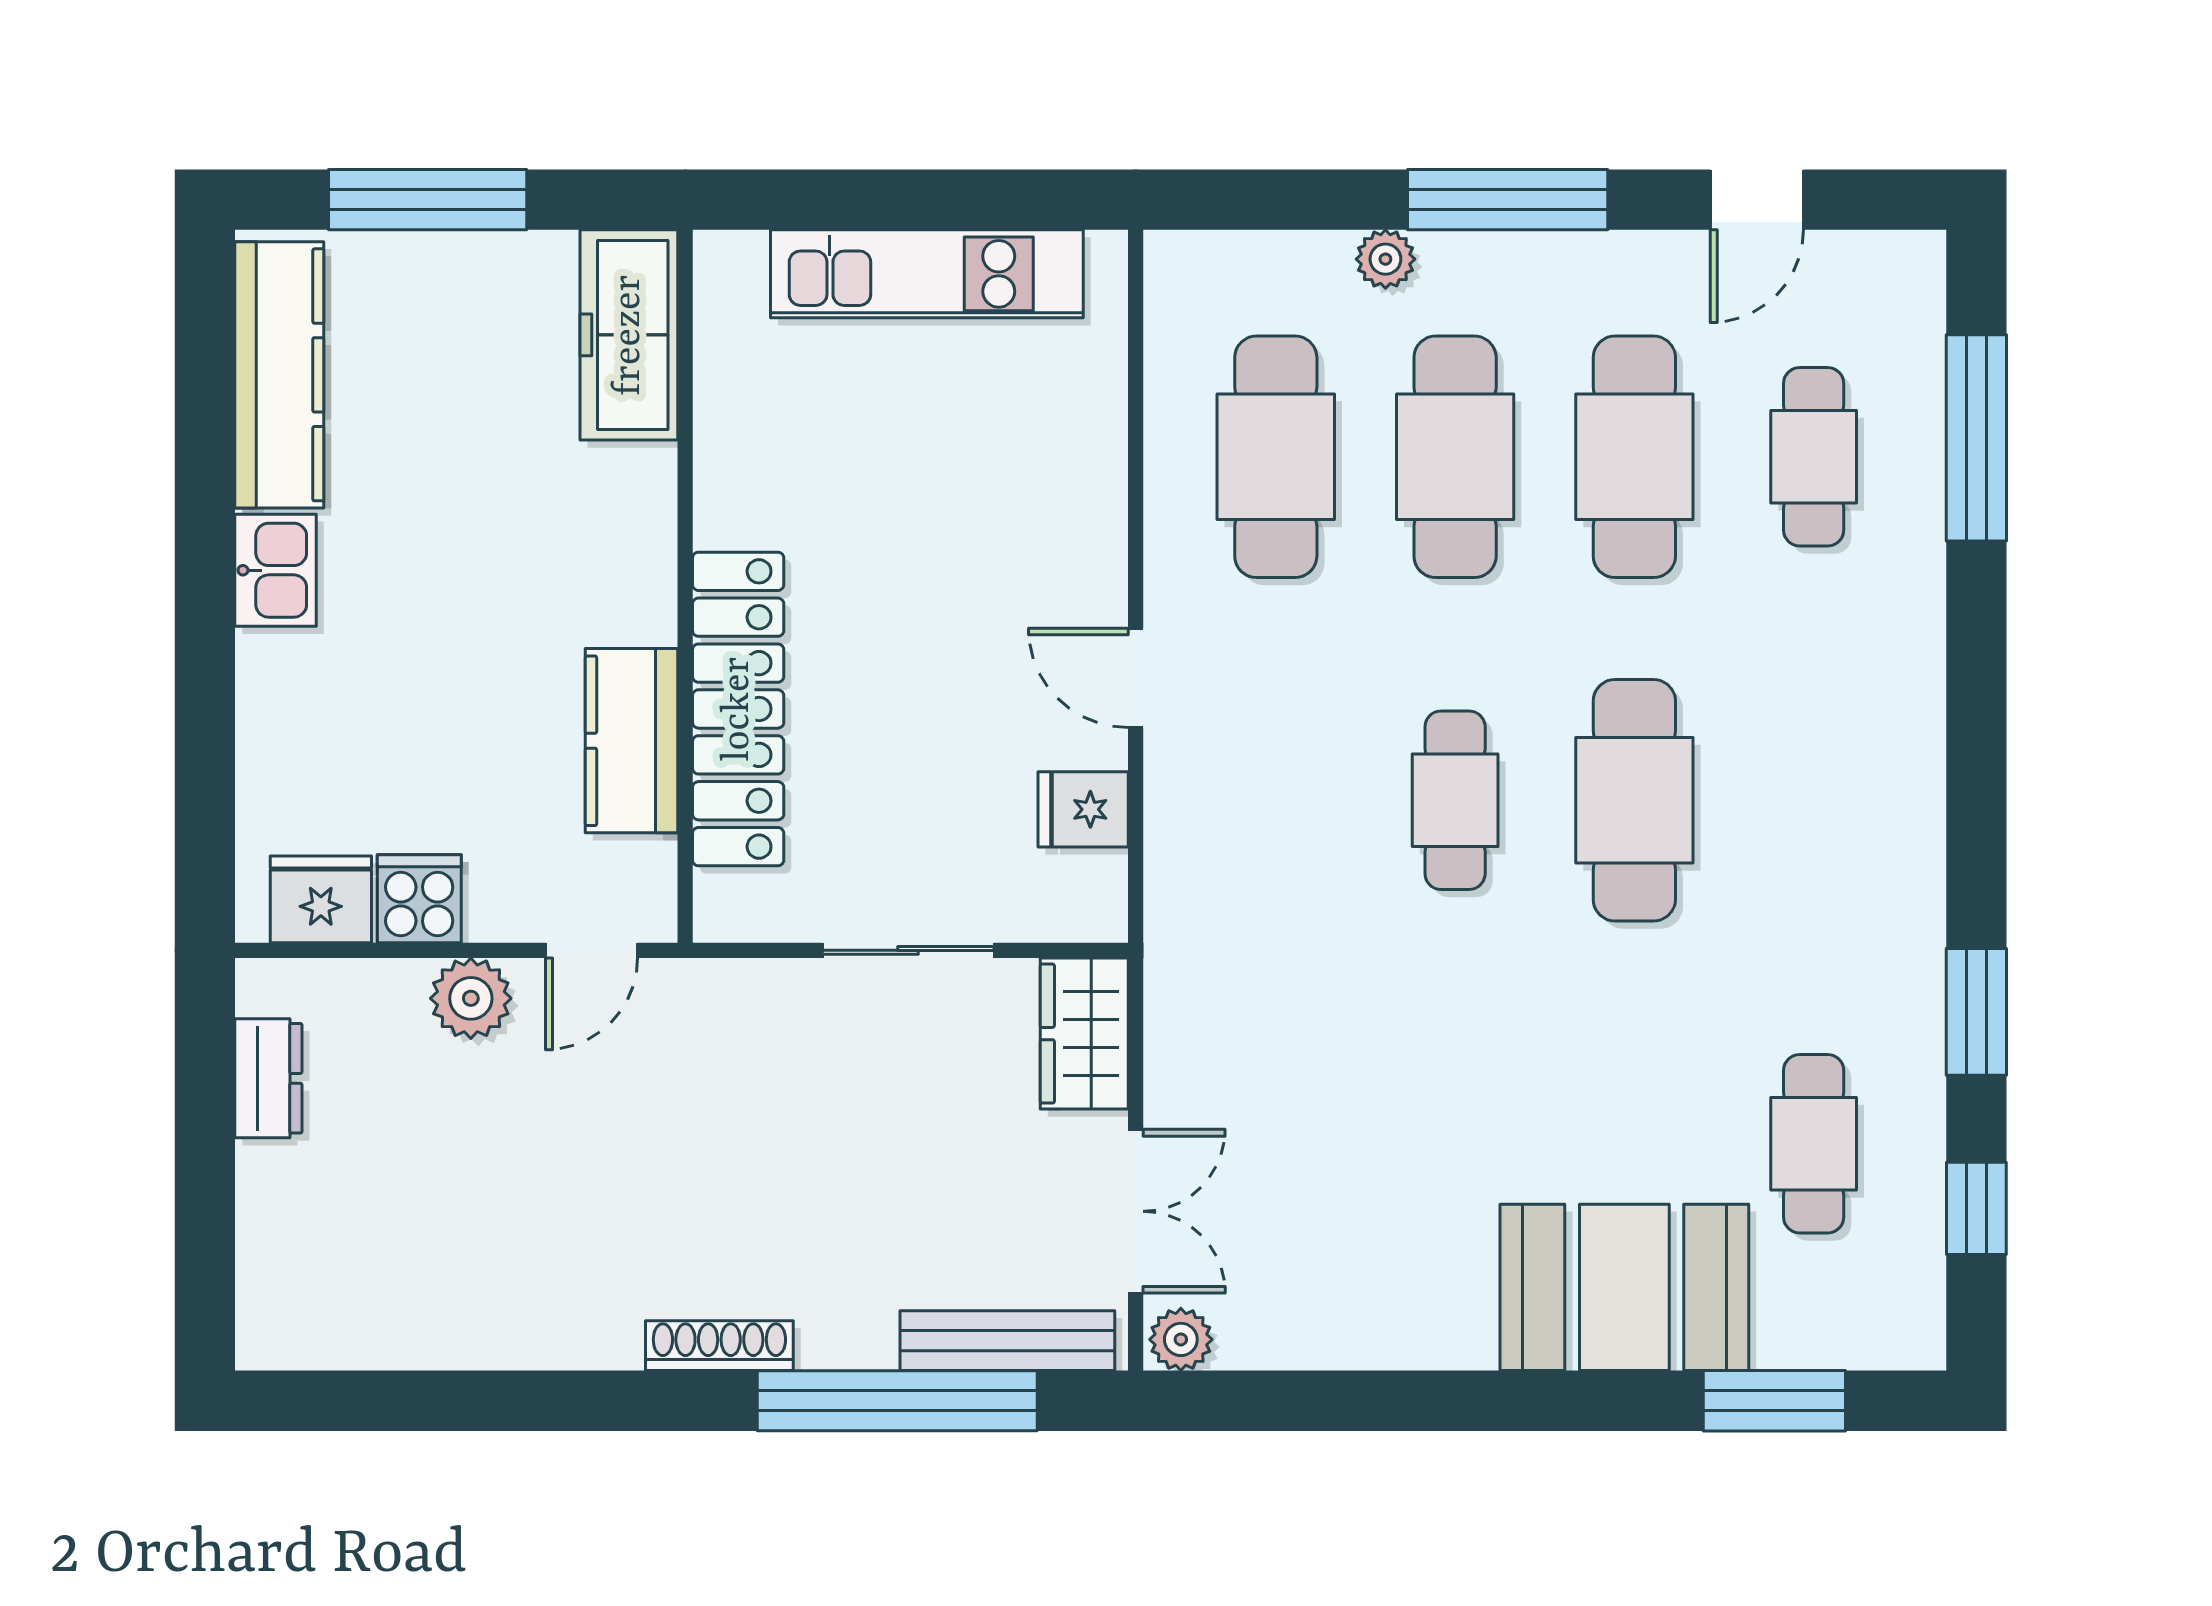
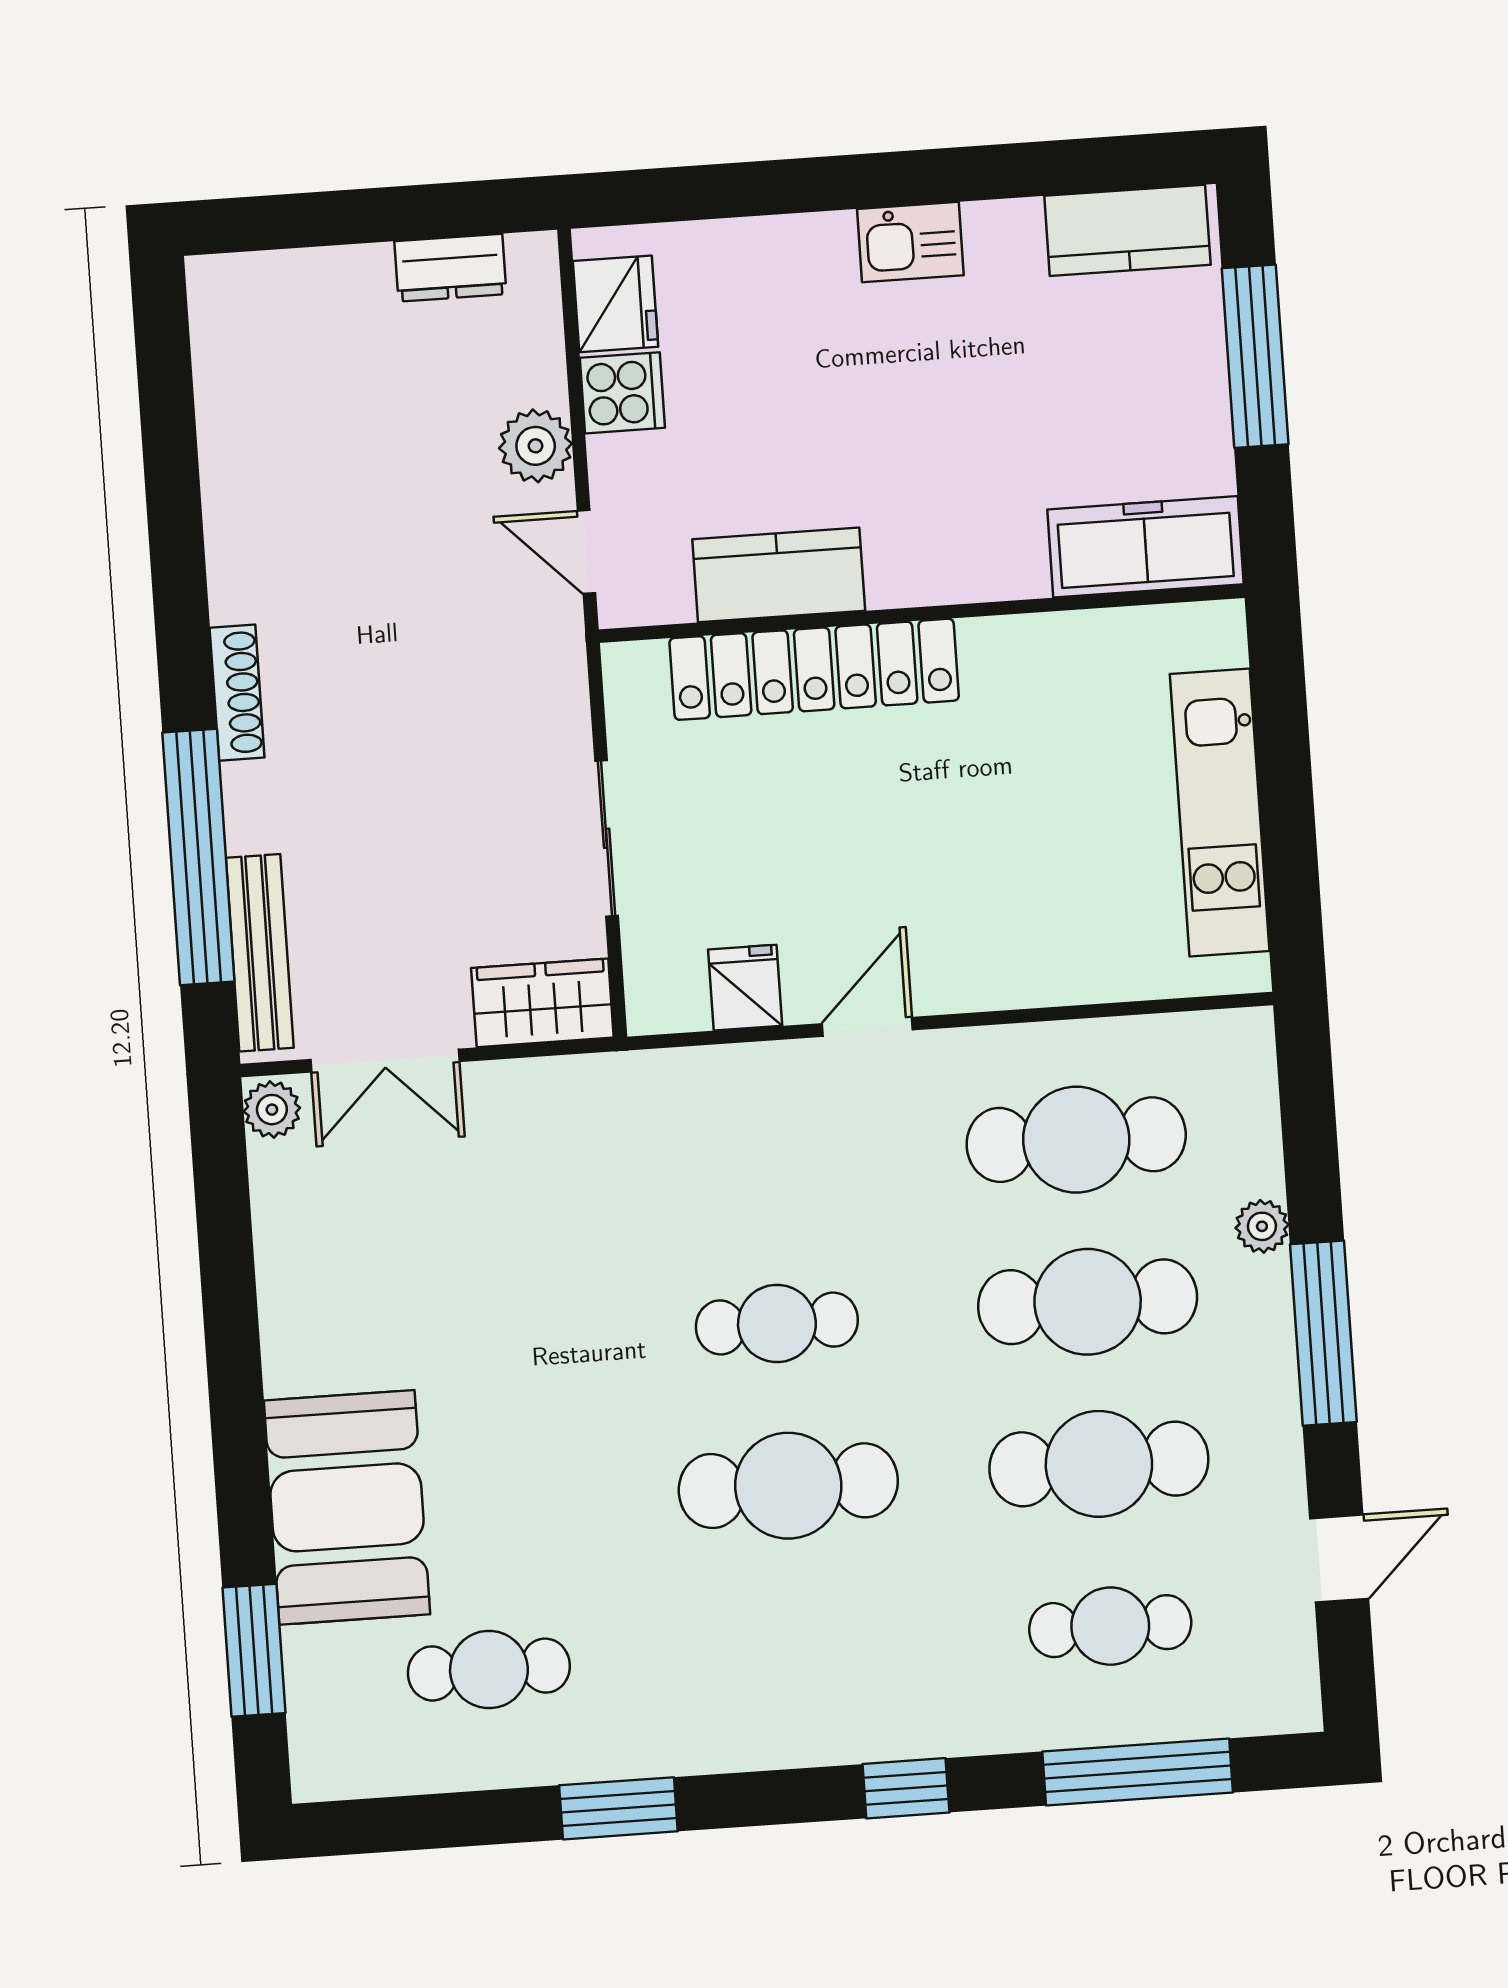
door: (1757, 200) -> (1339, 1558), swing flipped
kitchen counter: (279, 375) -> (1127, 230), width x0.67
window: (1976, 1208) -> (906, 1788), moved

